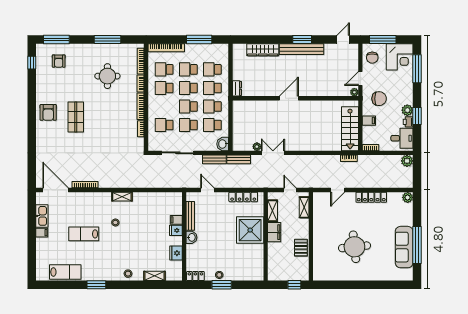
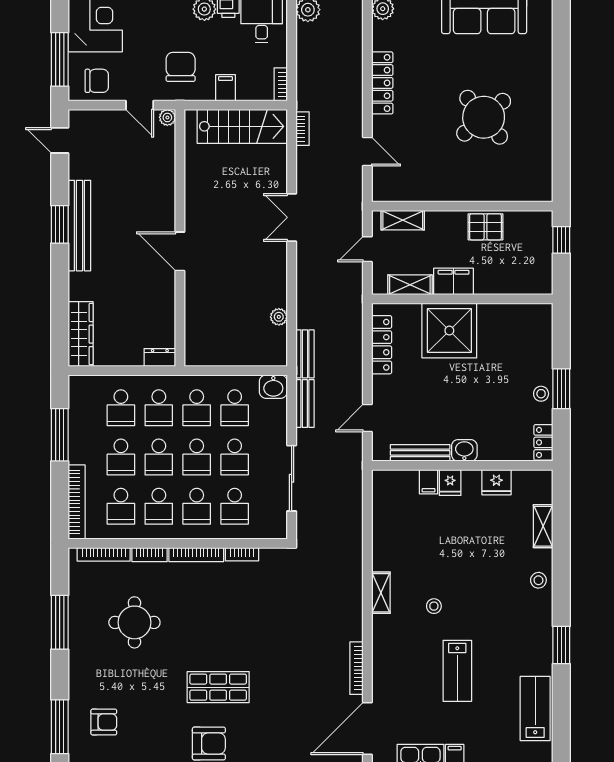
wardrobe: (263, 50) -> (81, 334), moved
school desk: (164, 106) -> (197, 506), added
double door: (273, 153) -> (292, 217), moved
round table: (354, 247) -> (484, 117), turned -34

